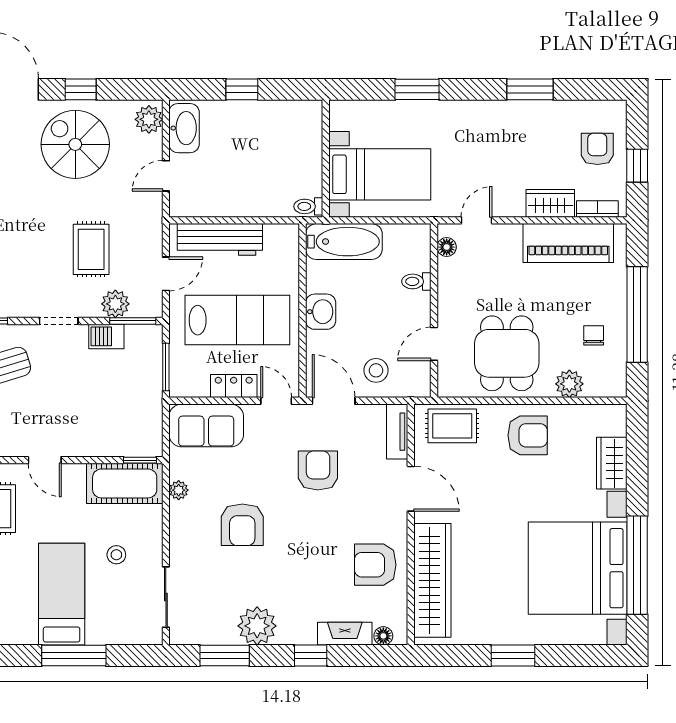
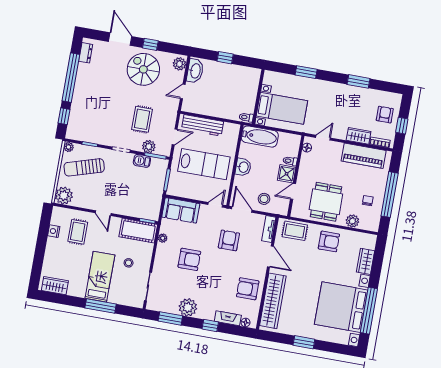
shower: (414, 309) -> (287, 174), added
locker: (234, 386) -> (197, 194), removed
door: (276, 401) -> (215, 205), hinge flipped
armchair: (242, 525) -> (189, 259), turned -90

